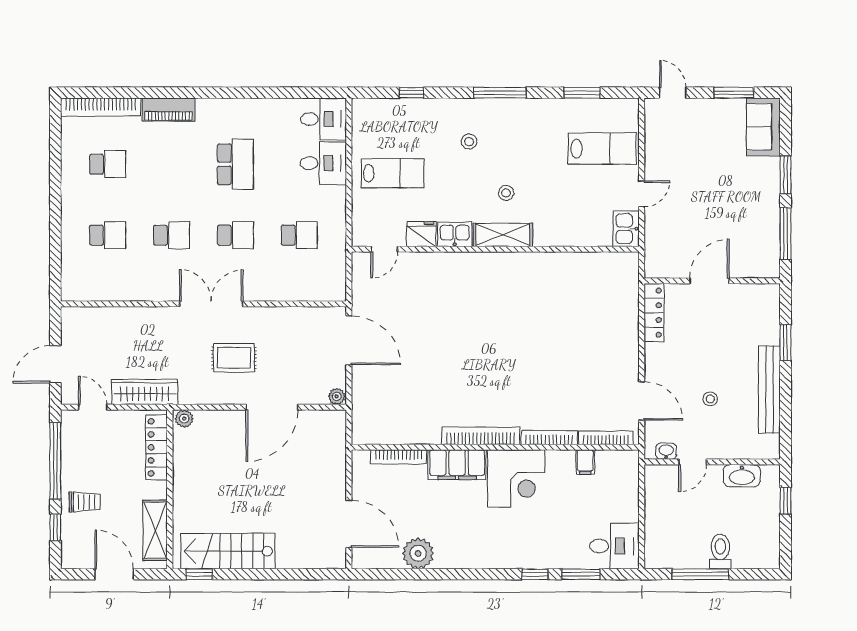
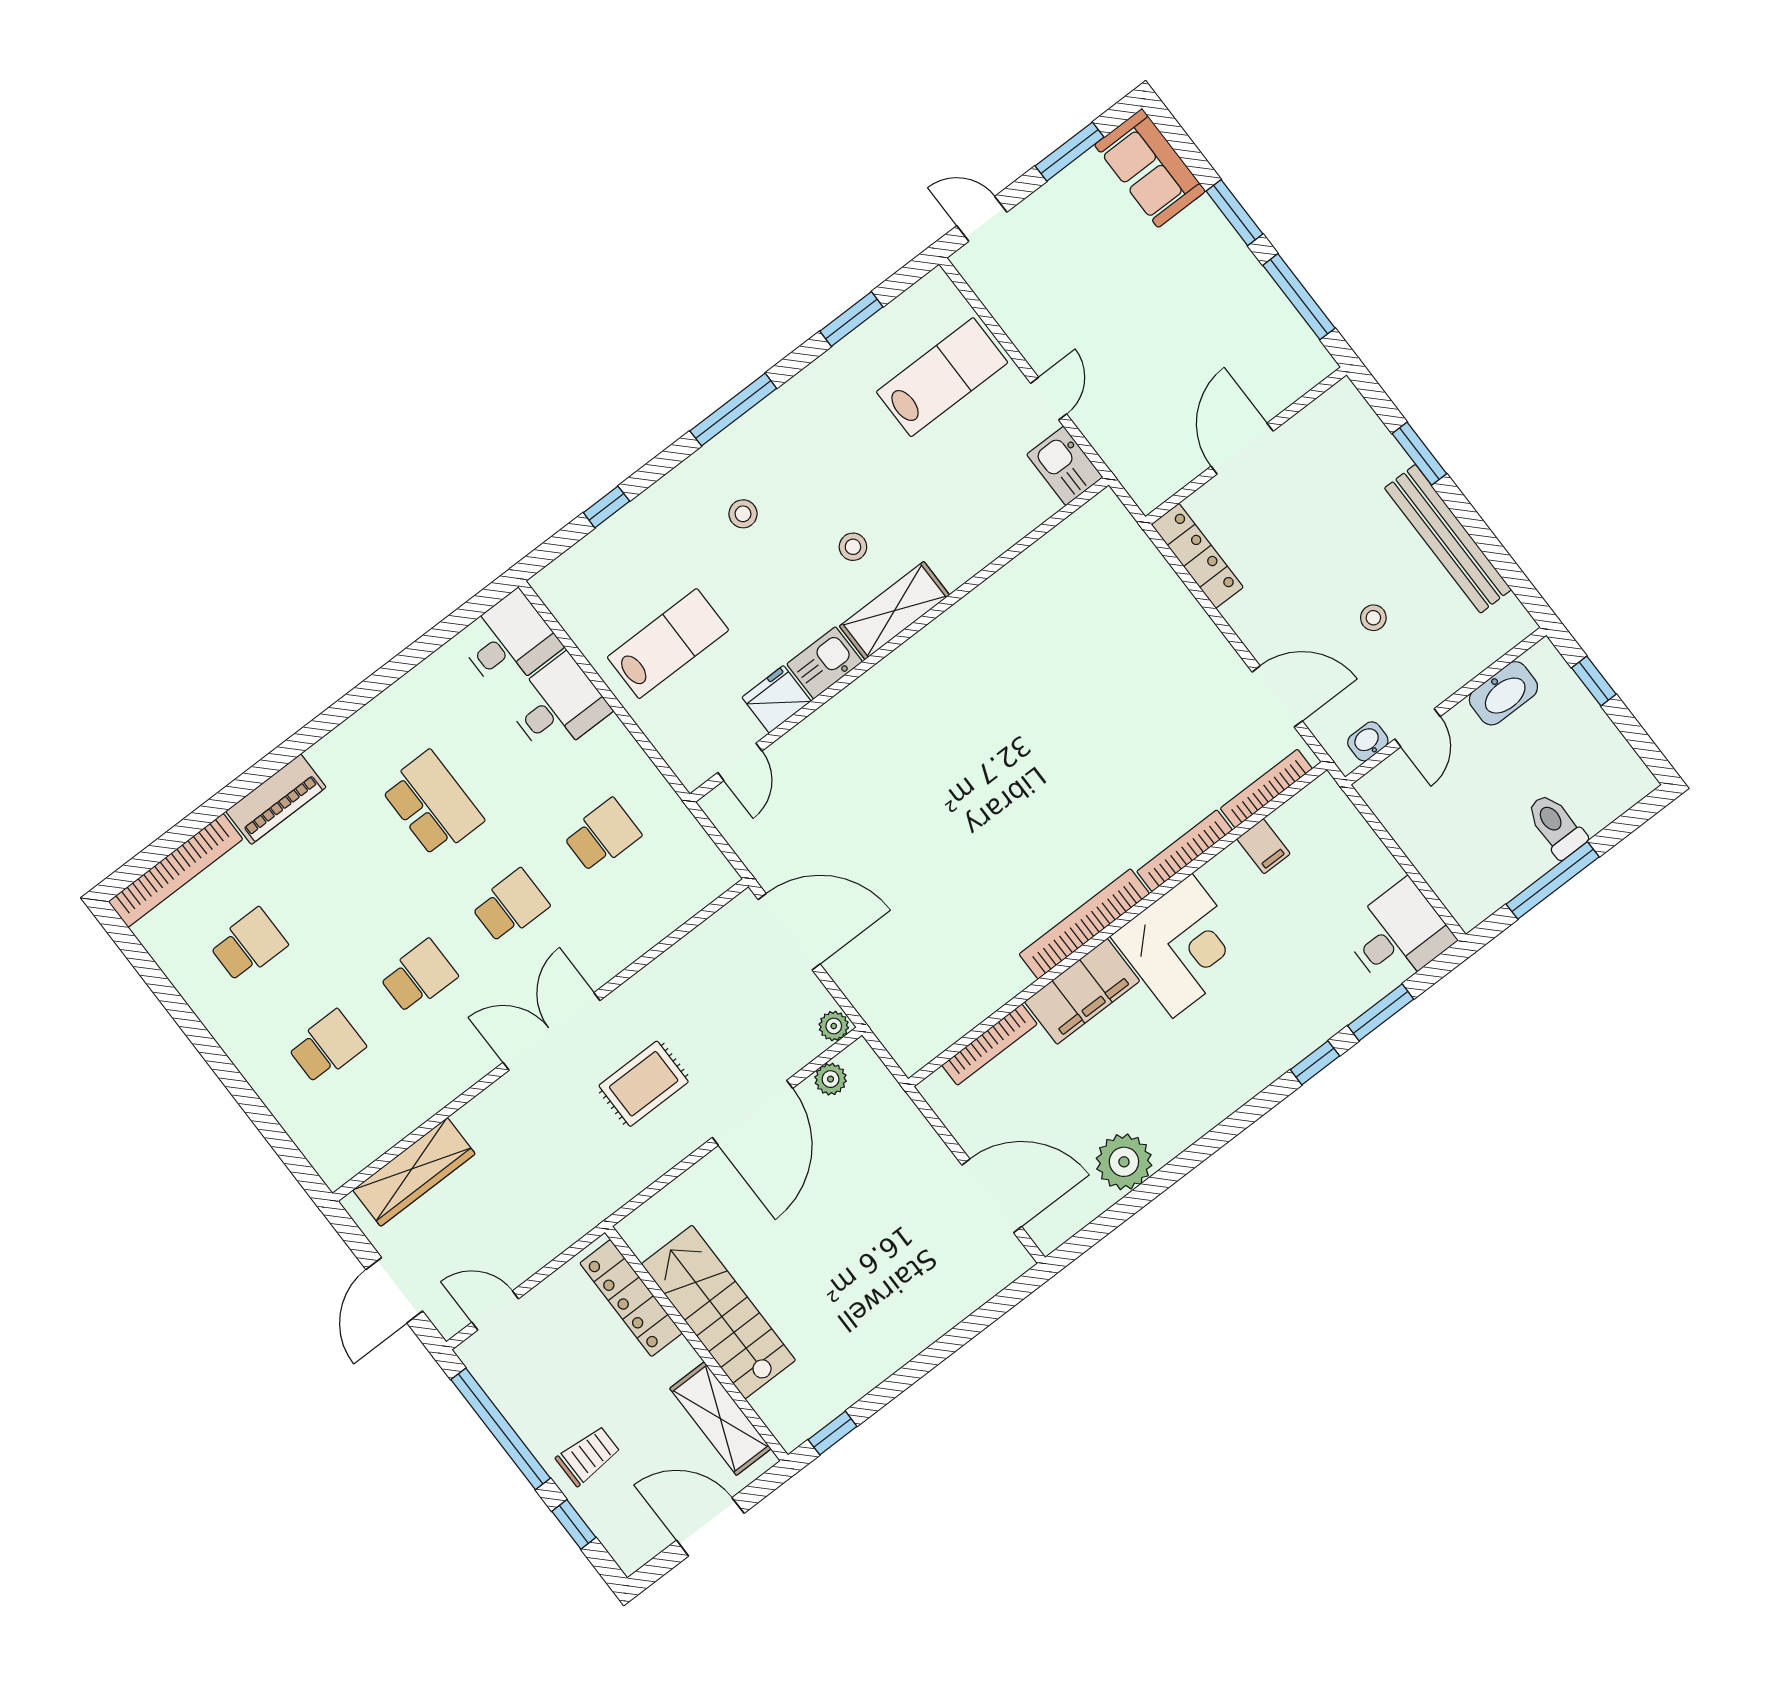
wardrobe: (145, 392) -> (414, 1172), moved, turned 180
plant: (184, 419) -> (831, 1079), moved
stairs: (228, 551) -> (718, 1312), moved, turned 90

